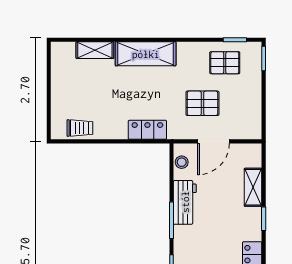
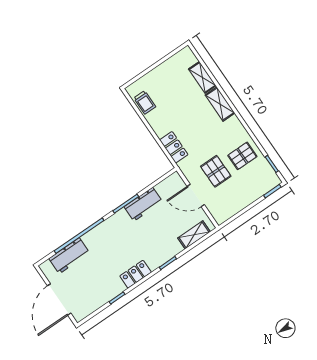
shelving: (146, 54) -> (220, 104), width x0.67, depth x0.75
pallet: (225, 63) -> (242, 156), moved, turned 90
stool: (182, 162) -> (168, 184), removed
shelving: (253, 187) -> (194, 235), moved

